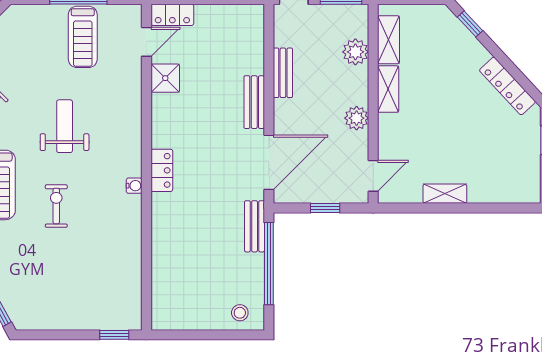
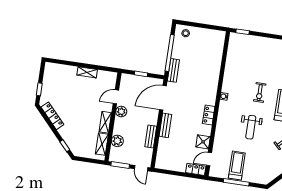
locker: (162, 170) -> (209, 115), moved
door: (373, 176) -> (116, 97), moved

